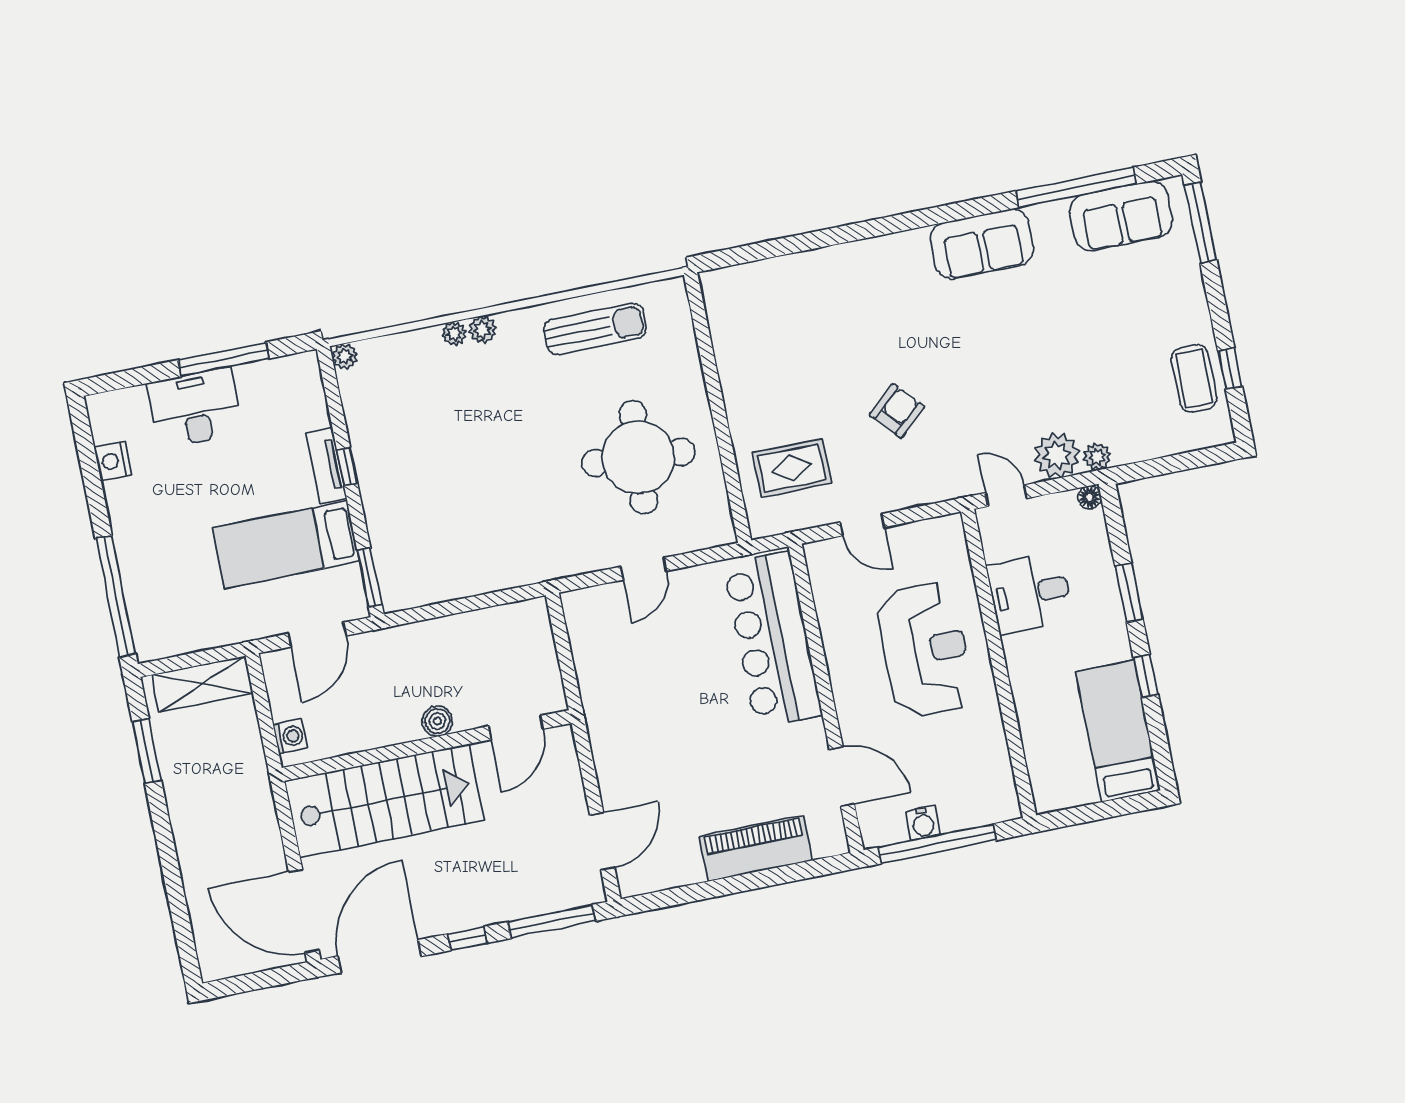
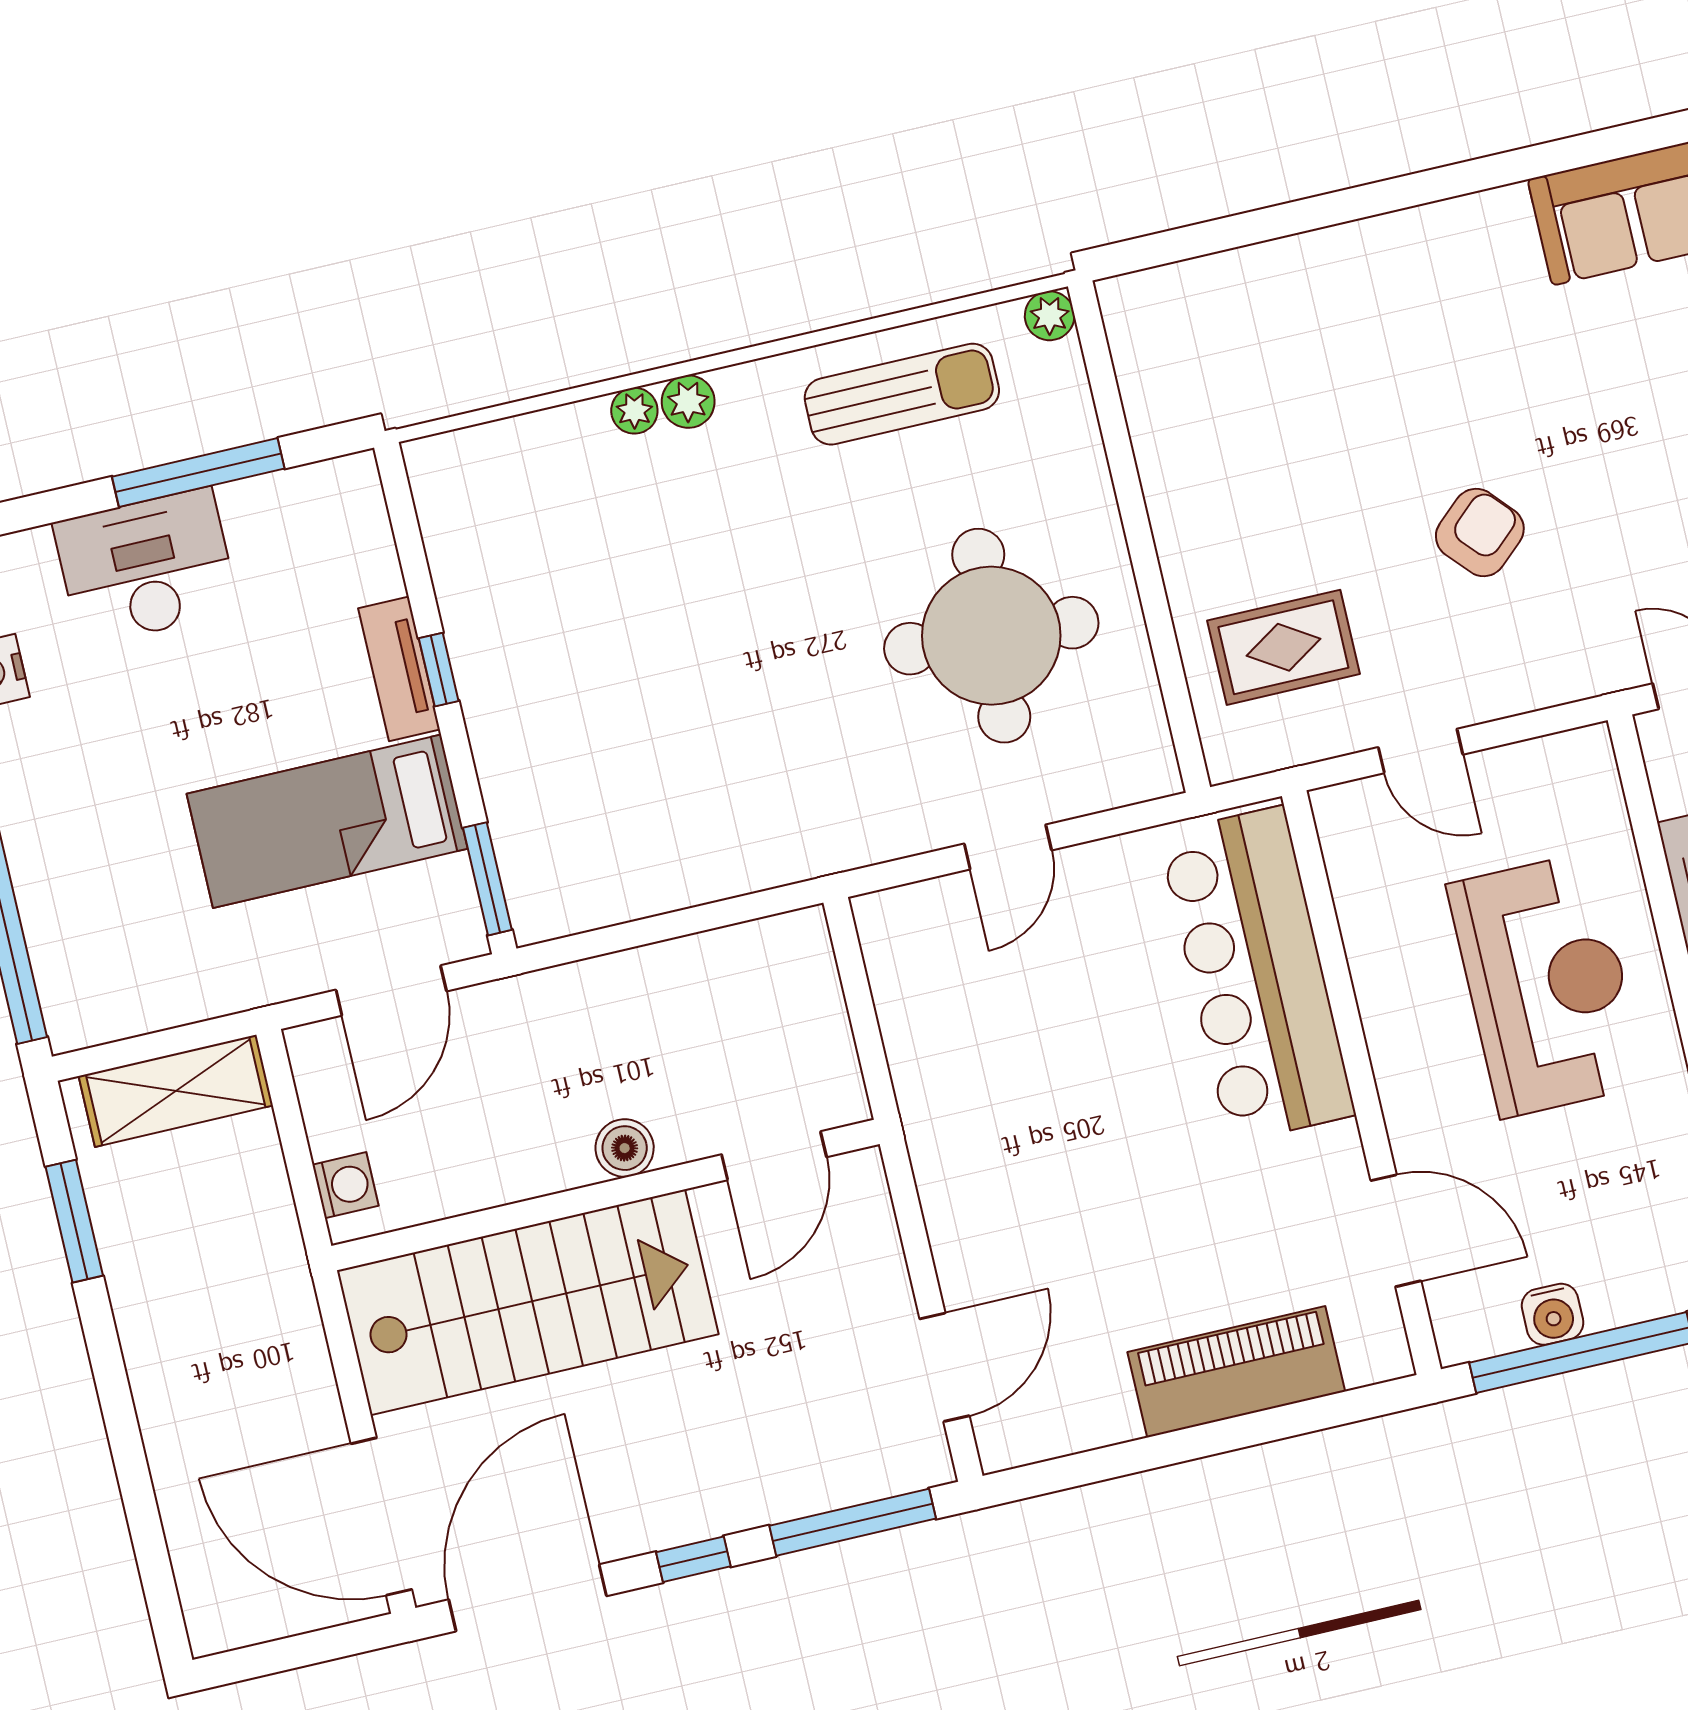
plant: (345, 356) -> (1050, 316), moved

